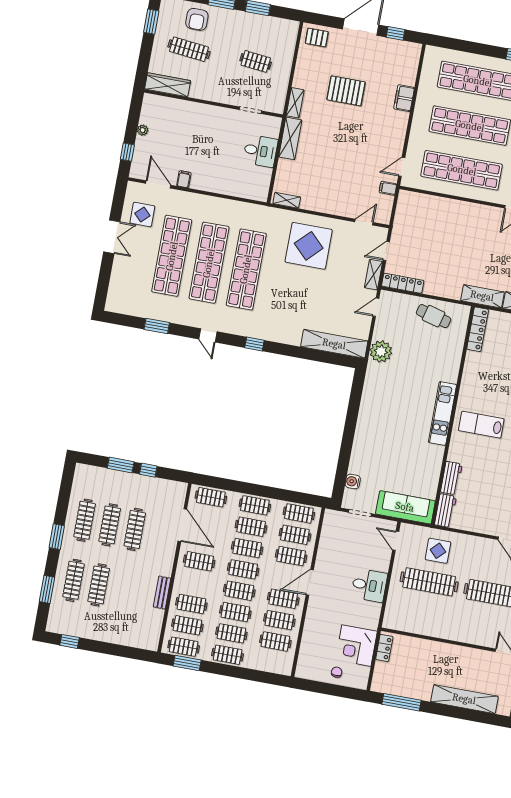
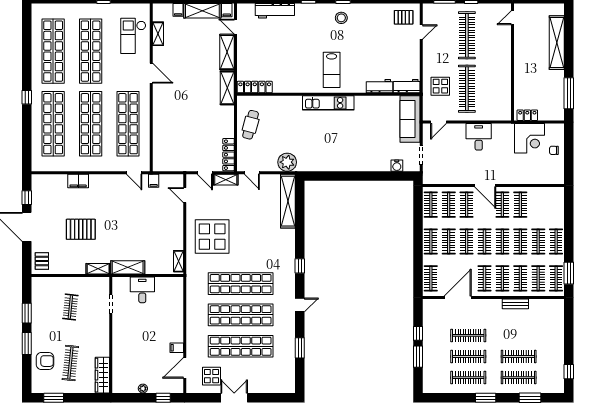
pallet: (346, 91) -> (81, 229), turned 90
clothes rail: (275, 641) -> (502, 278), moved

